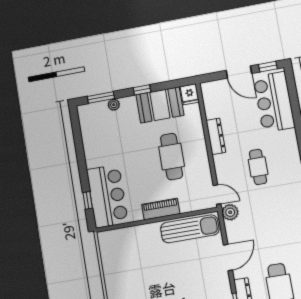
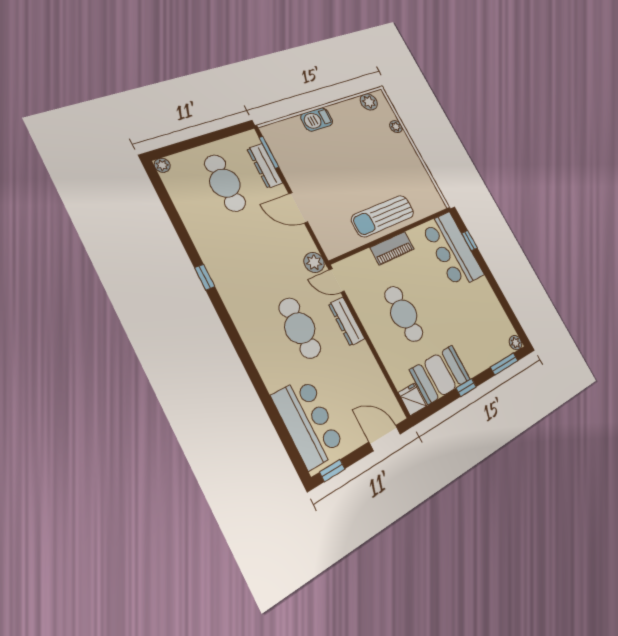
door: (239, 72) -> (385, 438), moved
plant: (114, 105) -> (516, 343), moved
dresser: (216, 136) -> (347, 321), moved
cafe table: (258, 167) -> (300, 328), width x1.37, depth x1.35
sun lounger: (190, 229) -> (383, 216), moved
door: (228, 257) -> (298, 208), hinge flipped

